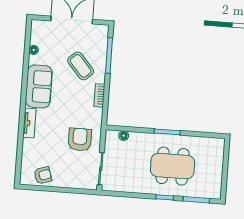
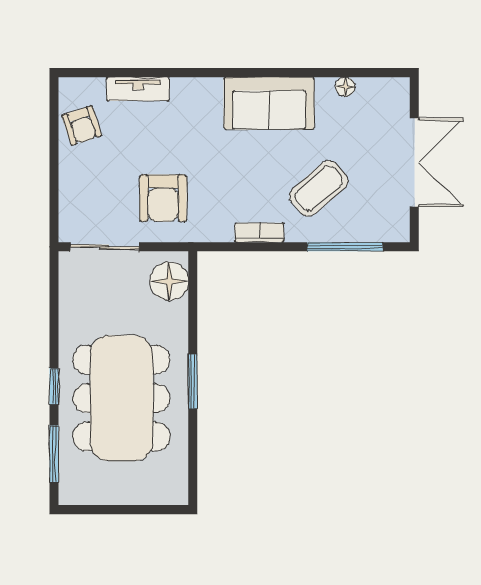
tv unit: (29, 123) -> (138, 89), moved
floor lamp: (124, 136) -> (169, 281), width x1.89, depth x1.89
armchair: (80, 140) -> (163, 198), turned 90
dining table: (173, 166) -> (121, 398), width x1.36, depth x1.24

